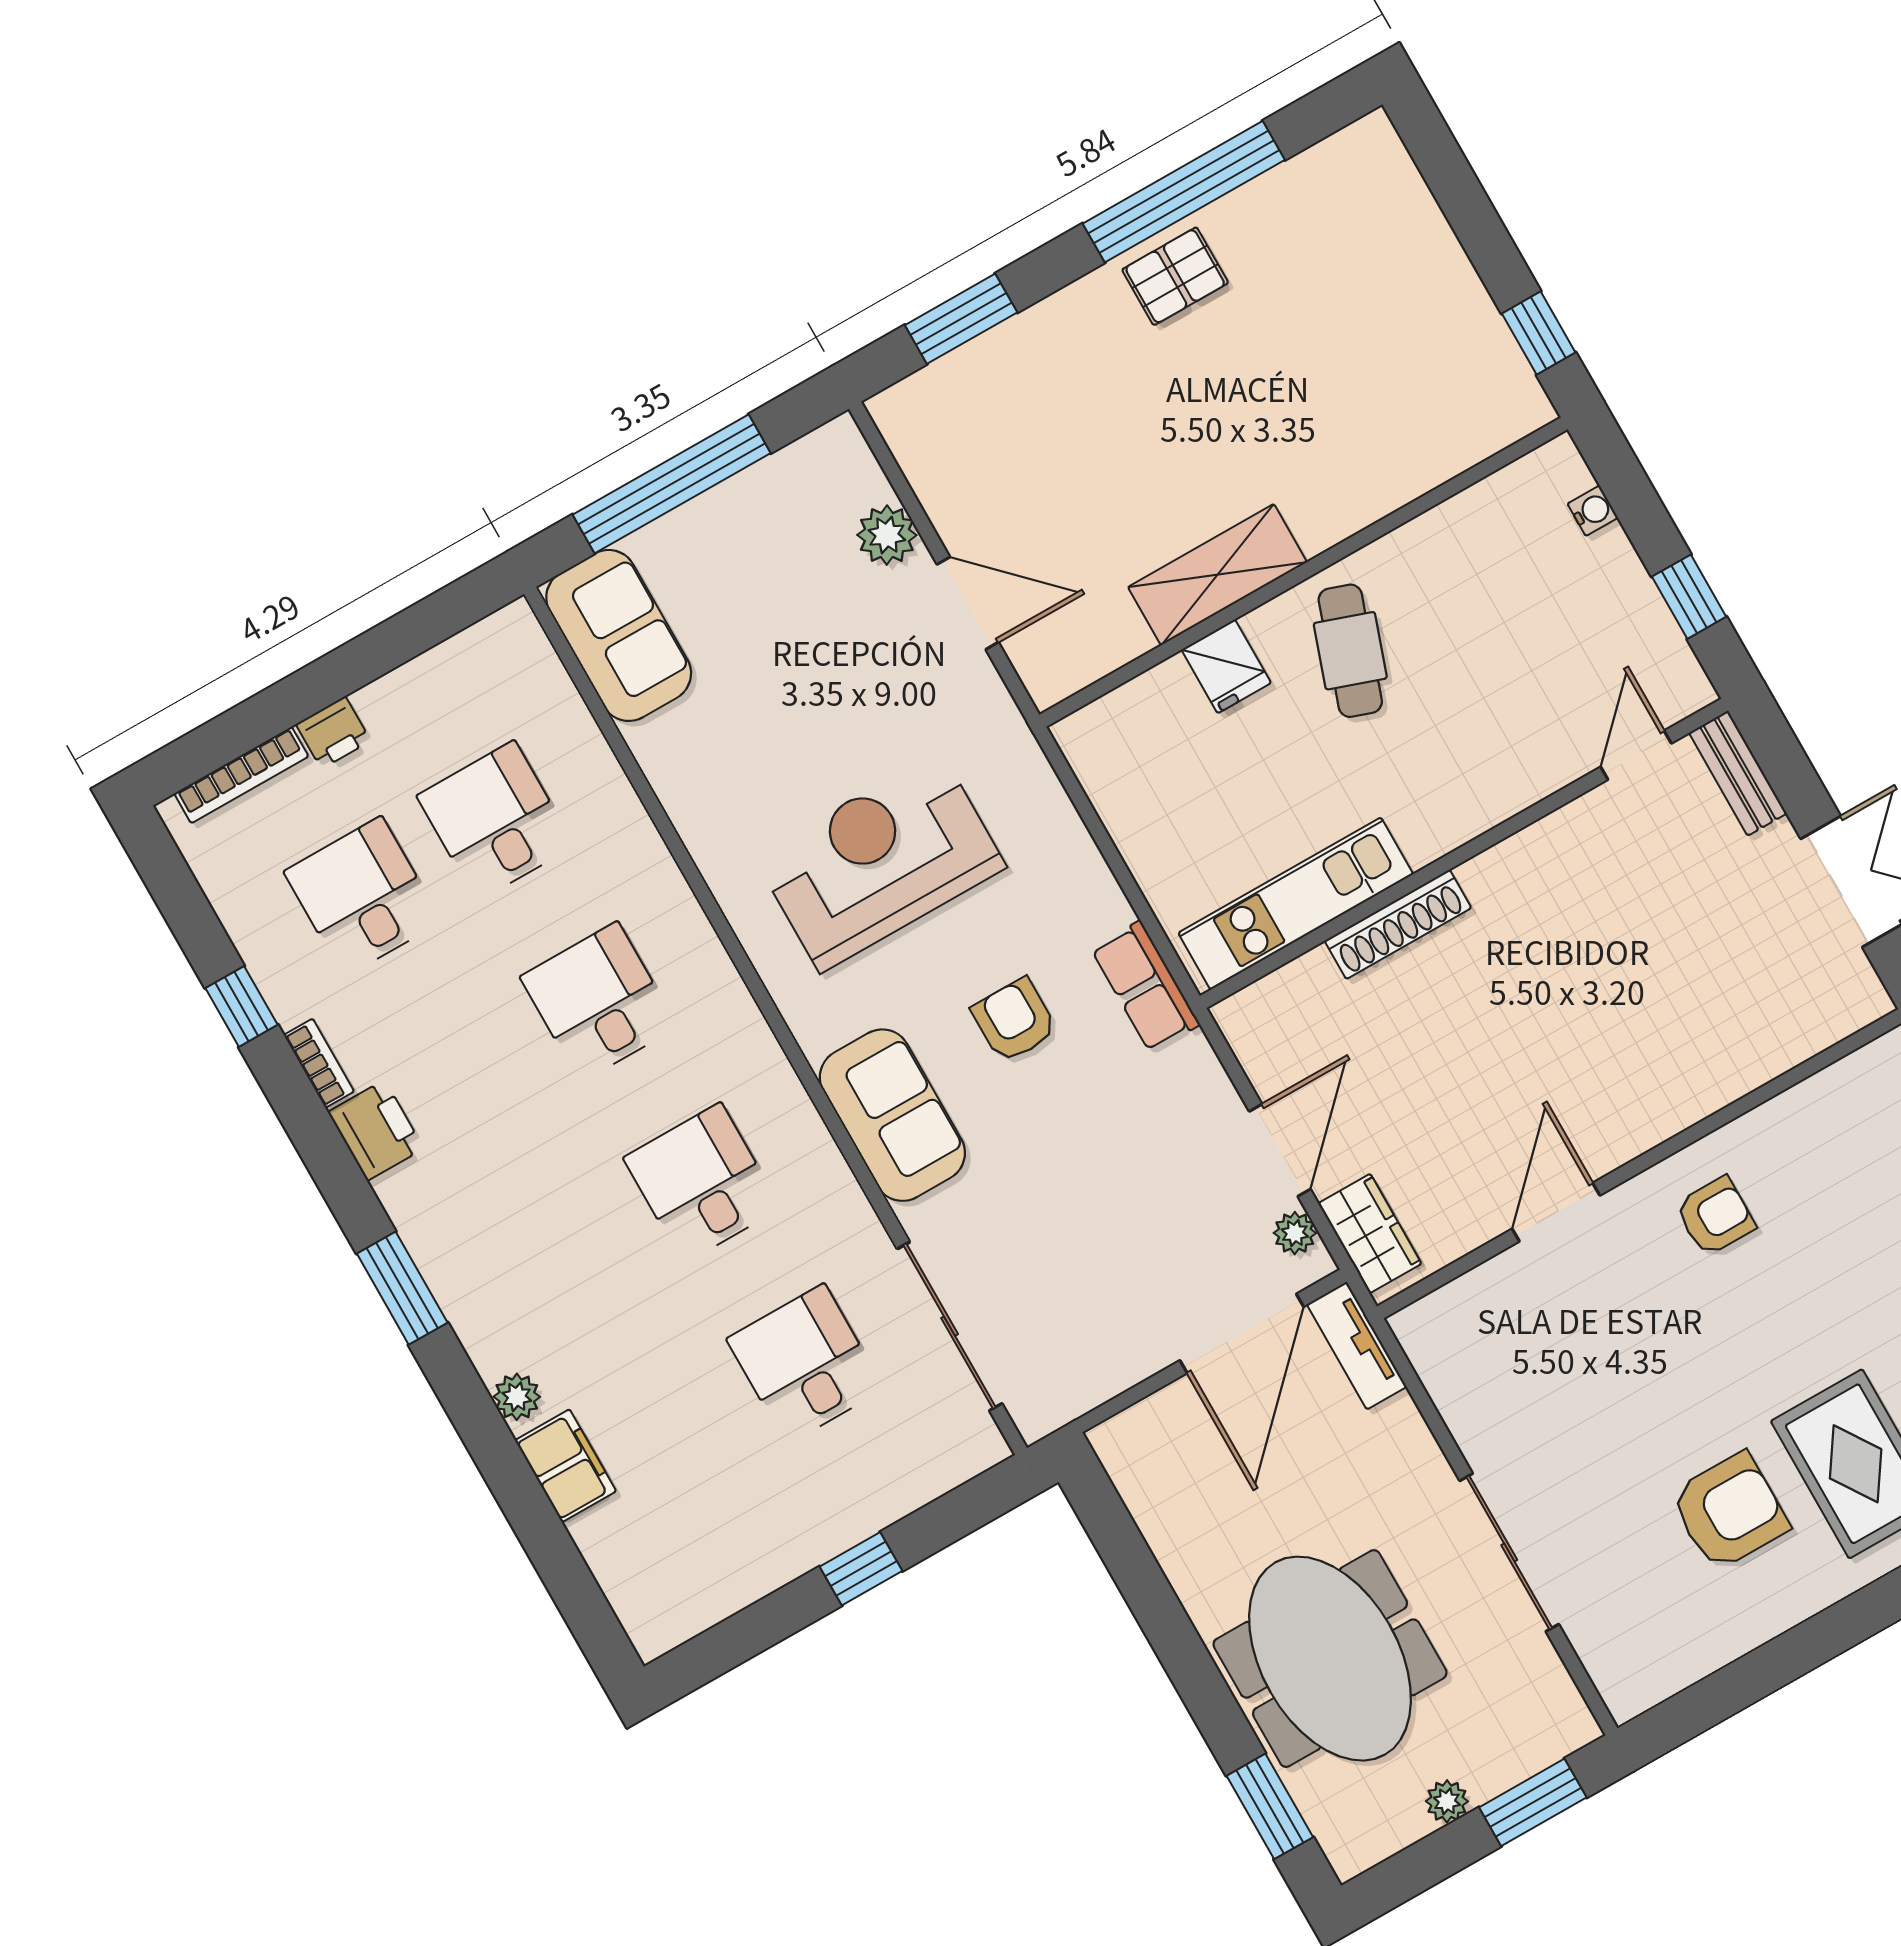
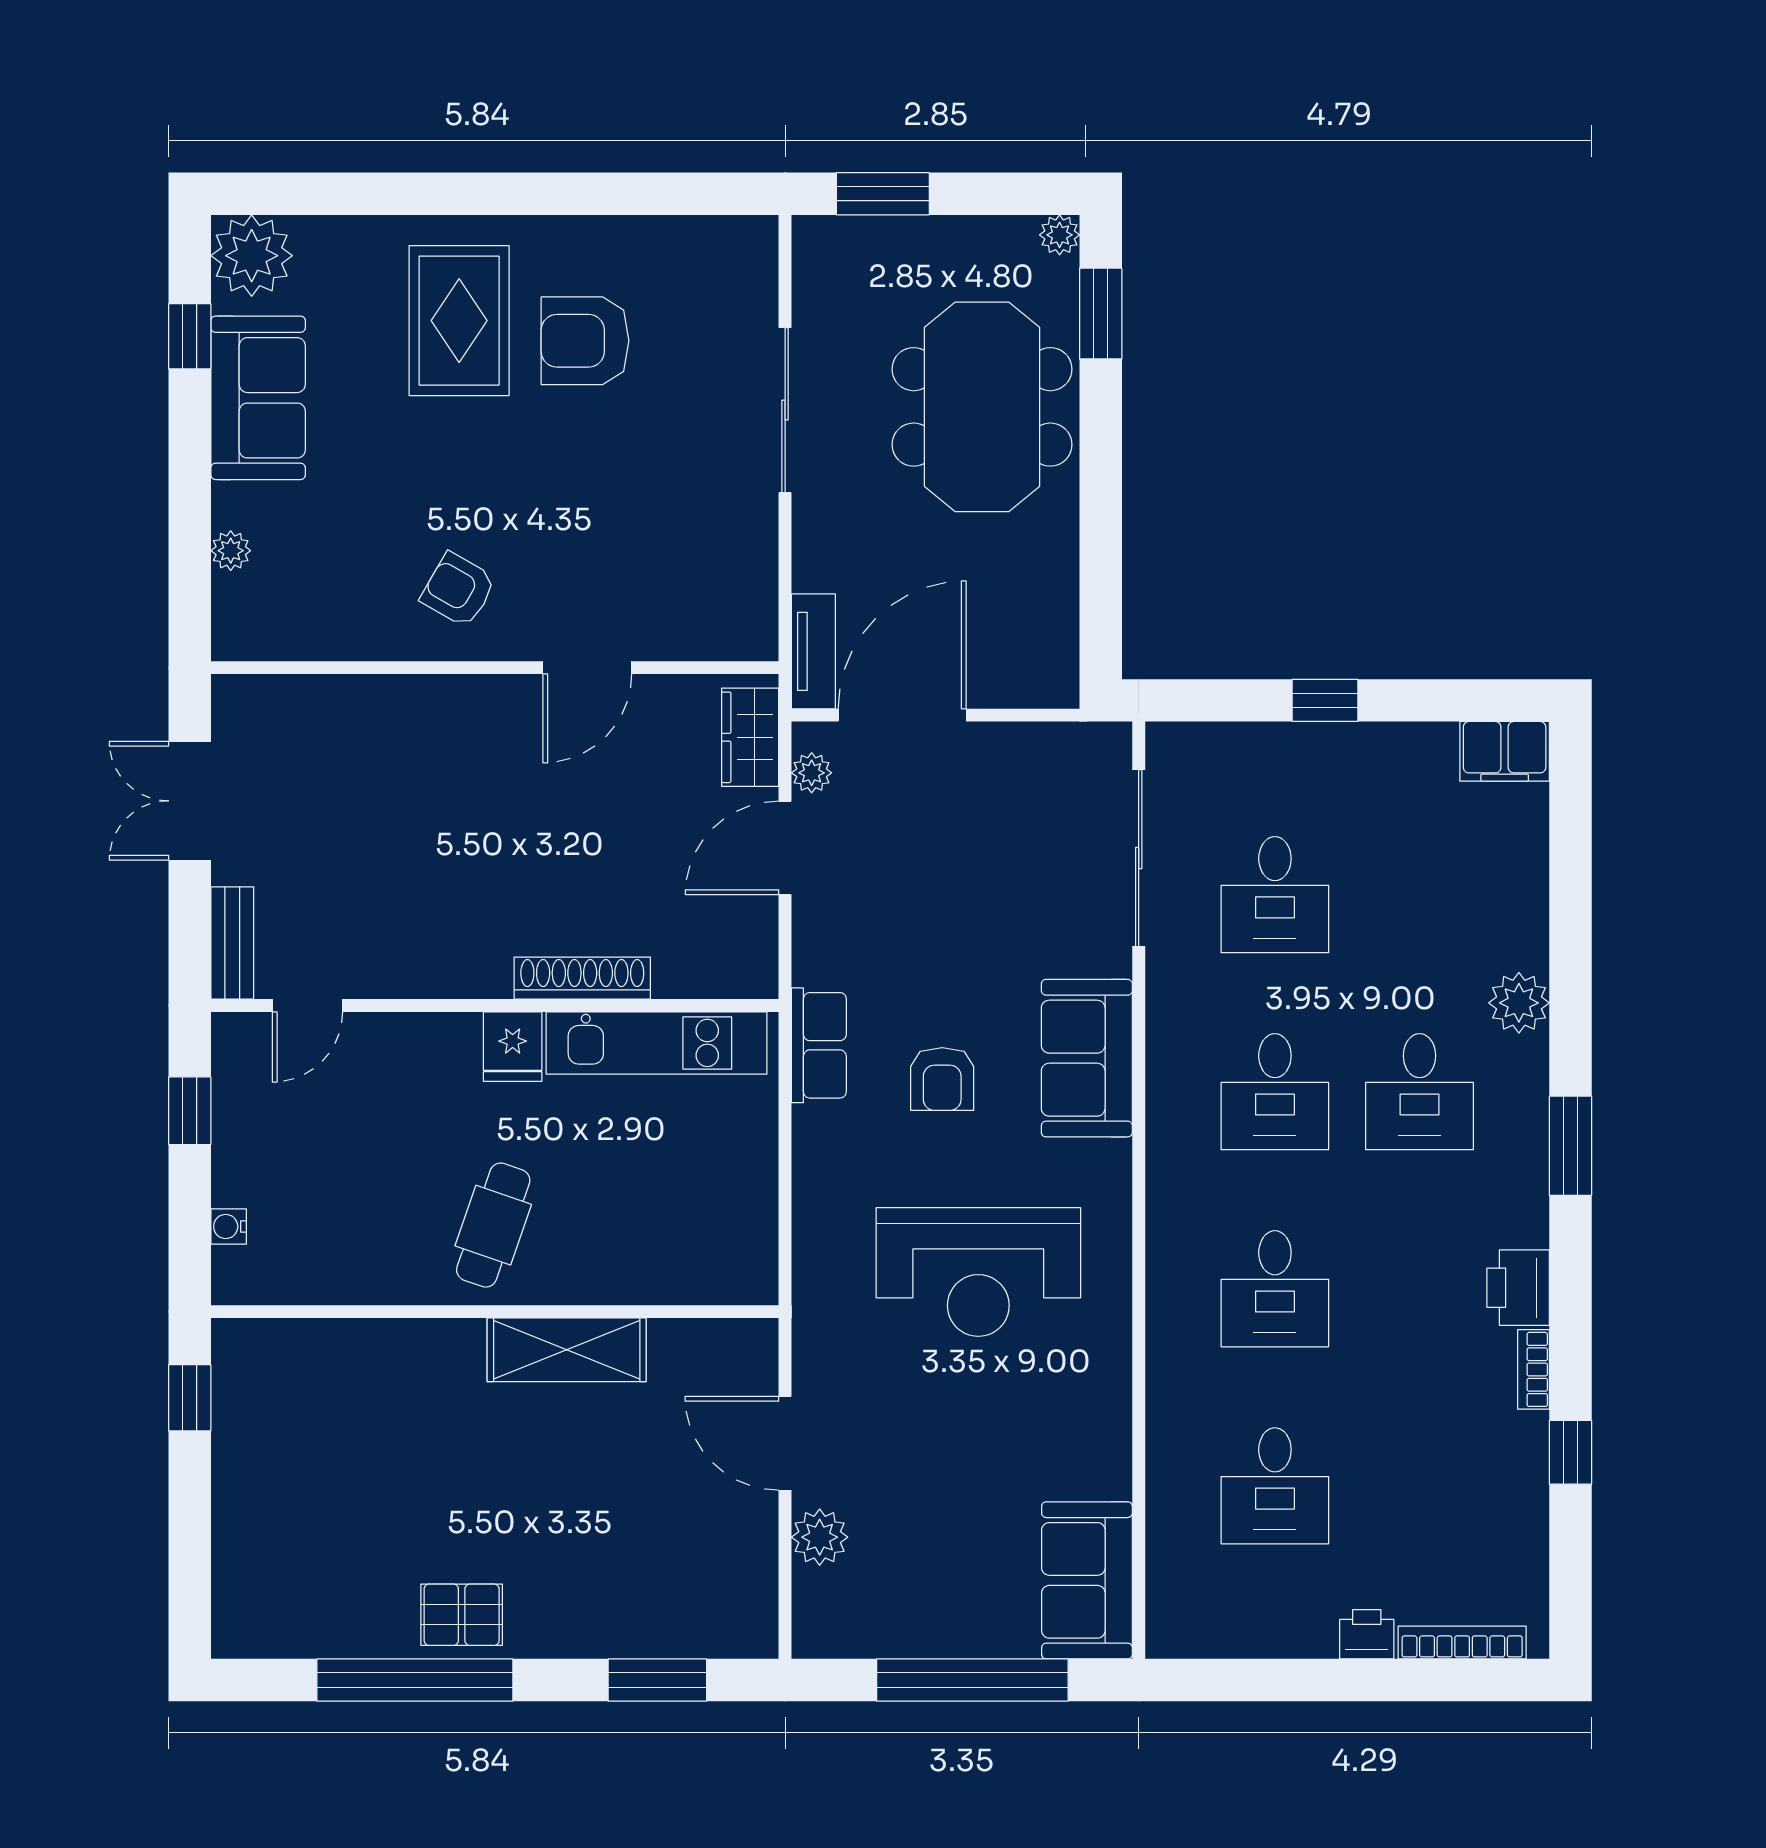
fridge: (1226, 666) -> (513, 1047), moved, turned 180
desk: (363, 897) -> (1420, 1092), moved
armchair: (1715, 1216) -> (458, 590), turned 30
plant: (517, 1397) -> (1519, 1003), width x1.38, depth x1.38
filing cabinet: (566, 1466) -> (1505, 751), moved, turned -90
plant: (1447, 1801) -> (1060, 235), moved

